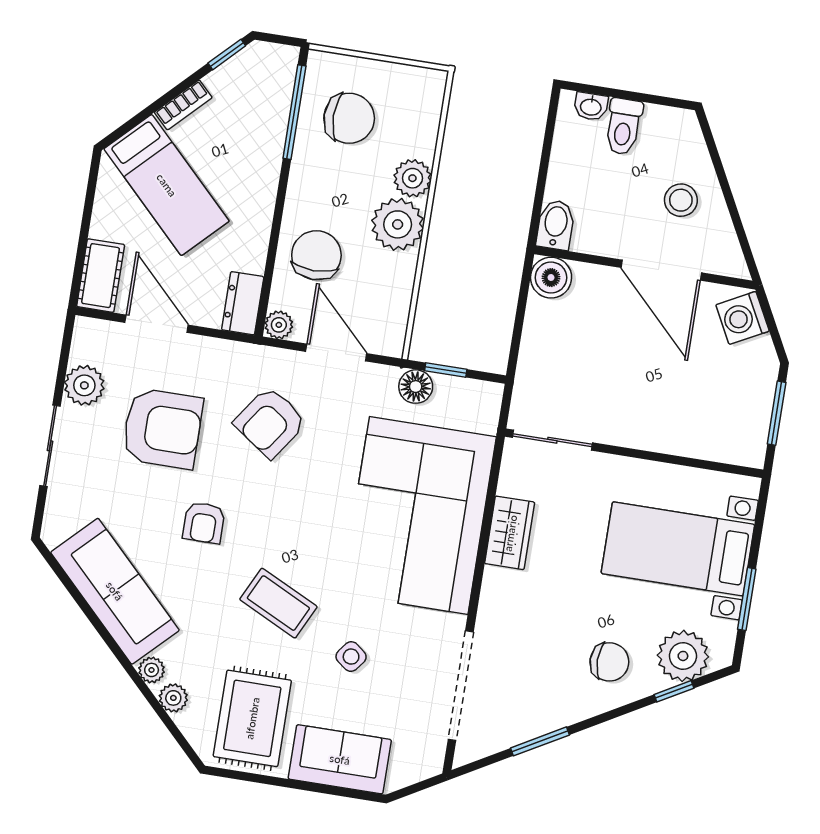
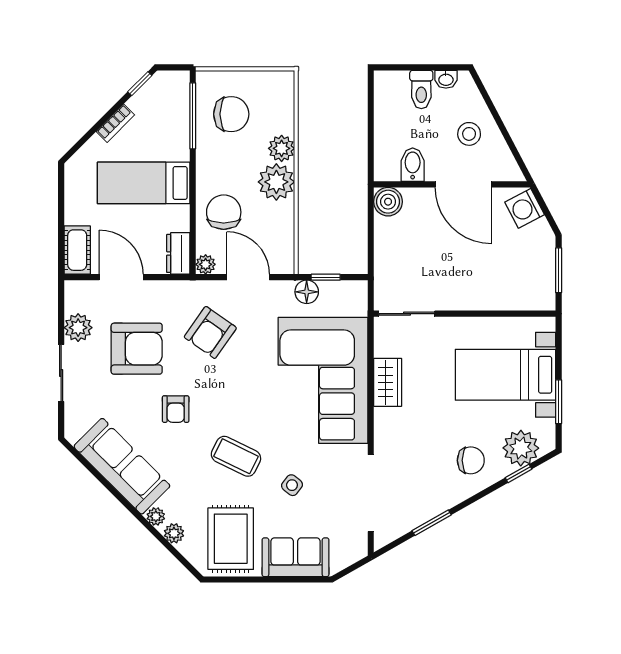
washbasin: (591, 106) -> (446, 79), moved
bed: (167, 185) -> (144, 183), moved, turned 135
bidet: (556, 225) -> (413, 165), moved

